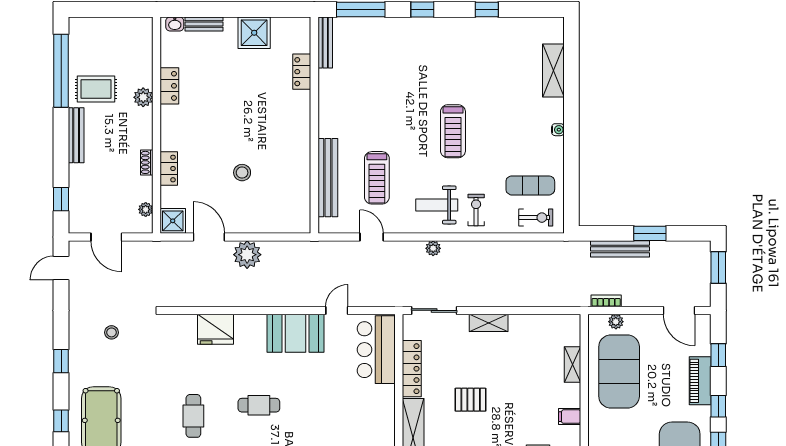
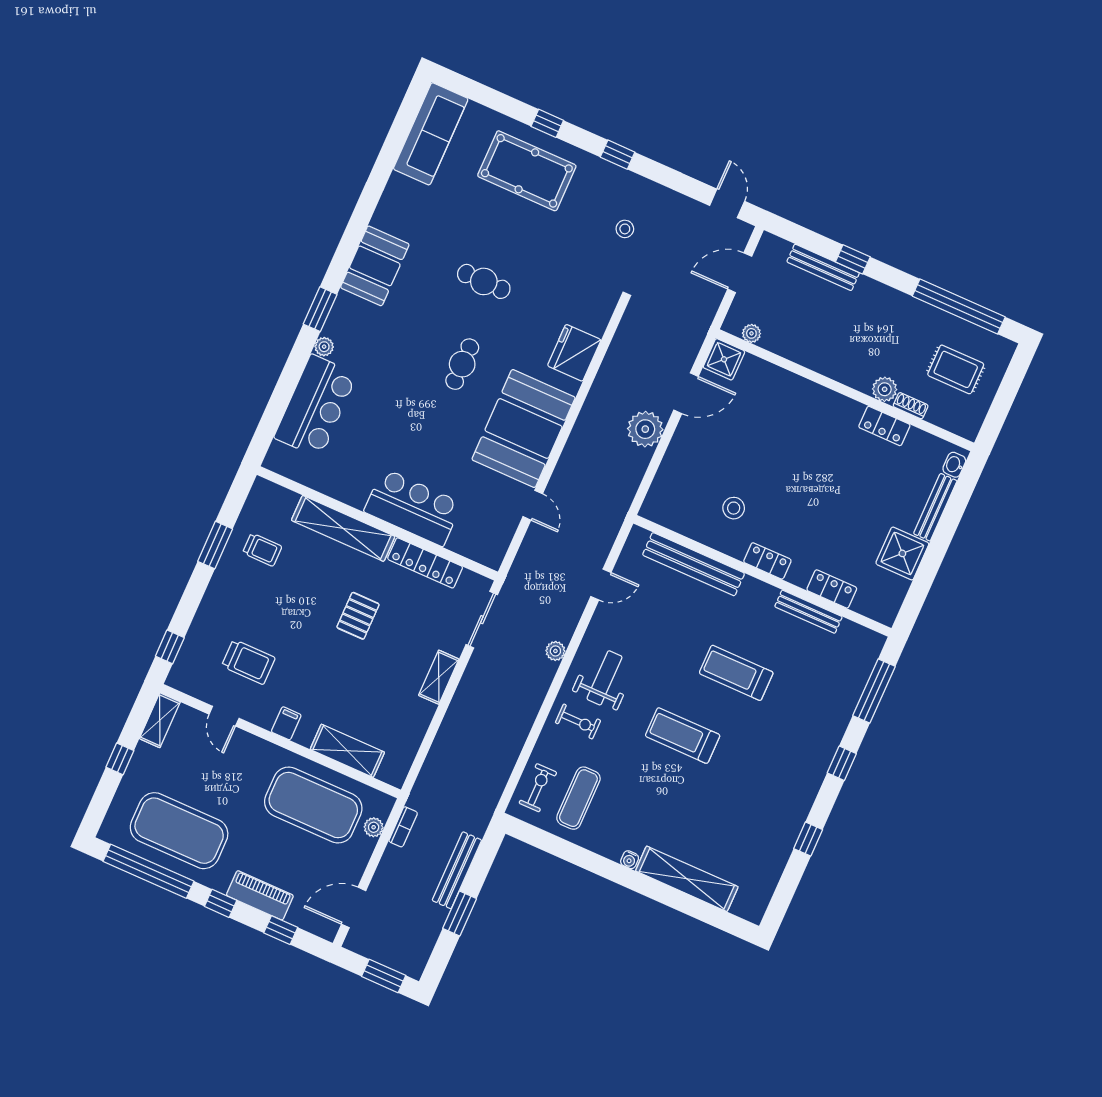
bench: (204, 24) -> (935, 507), width x1.36
bench: (325, 43) -> (808, 612), moved
shelving: (553, 71) -> (687, 879), width x1.47
rug: (96, 89) -> (956, 369), moved, turned 90
bench: (76, 135) -> (823, 267), moved
shoe rack: (147, 162) -> (911, 406), moved
locker: (169, 169) -> (767, 561), moved, turned 180
stool: (242, 173) -> (734, 508), moved
treadmill: (377, 178) -> (736, 673), moved
window: (61, 199) -> (853, 259), moved
exercise bike: (536, 218) -> (538, 788), turned 180
booth: (296, 333) -> (524, 428), width x1.36, depth x1.42
bar counter: (376, 350) -> (413, 507), moved
shelving: (572, 364) -> (347, 751), width x1.50, depth x1.33

